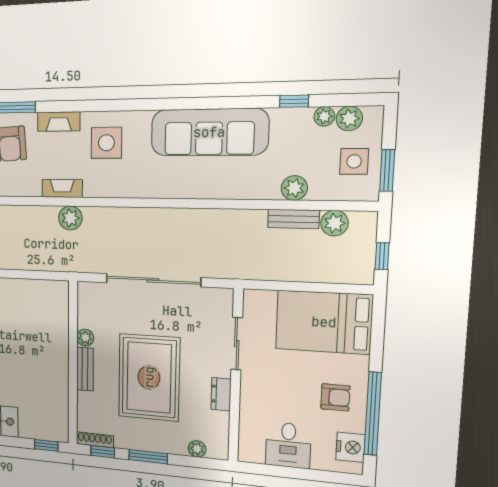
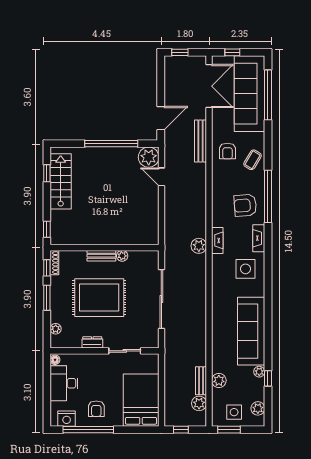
plant: (324, 116) -> (259, 372), moved
desk: (288, 445) -> (64, 383), width x1.37
floor lamp: (248, 455) -> (55, 360), added

